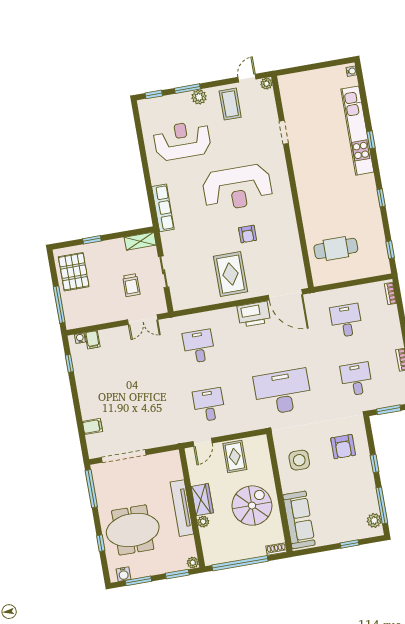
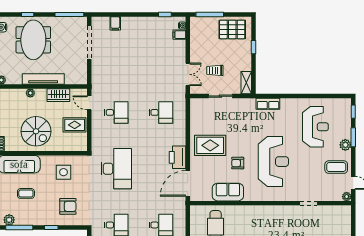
reception desk: (237, 188) -> (273, 162), turned 180
row of seats: (163, 208) -> (268, 104), width x0.68
sofa: (288, 240) -> (228, 192), added
double door: (143, 320) -> (188, 74), swing flipped
armchair: (343, 447) -> (68, 206), turned 180
wardrobe: (202, 500) -> (58, 95), moved
coffee table: (336, 505) -> (26, 193), added

